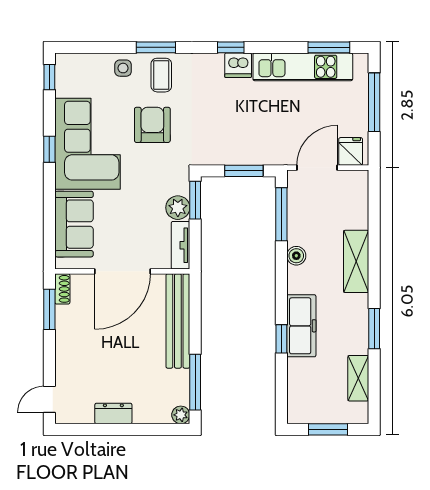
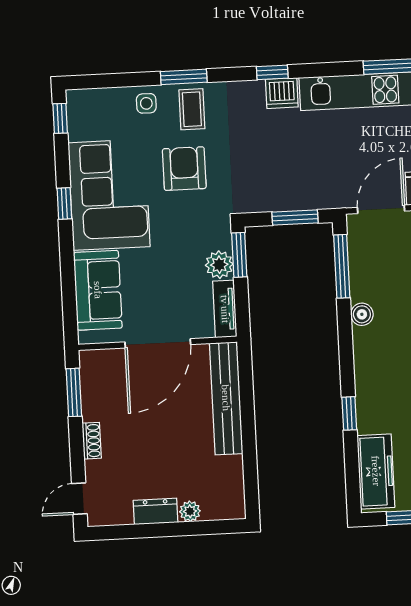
shoe rack: (62, 289) -> (92, 441), moved
freezer: (301, 326) -> (376, 471), moved
window: (195, 382) -> (250, 470), removed
plant: (181, 415) -> (190, 511), moved

